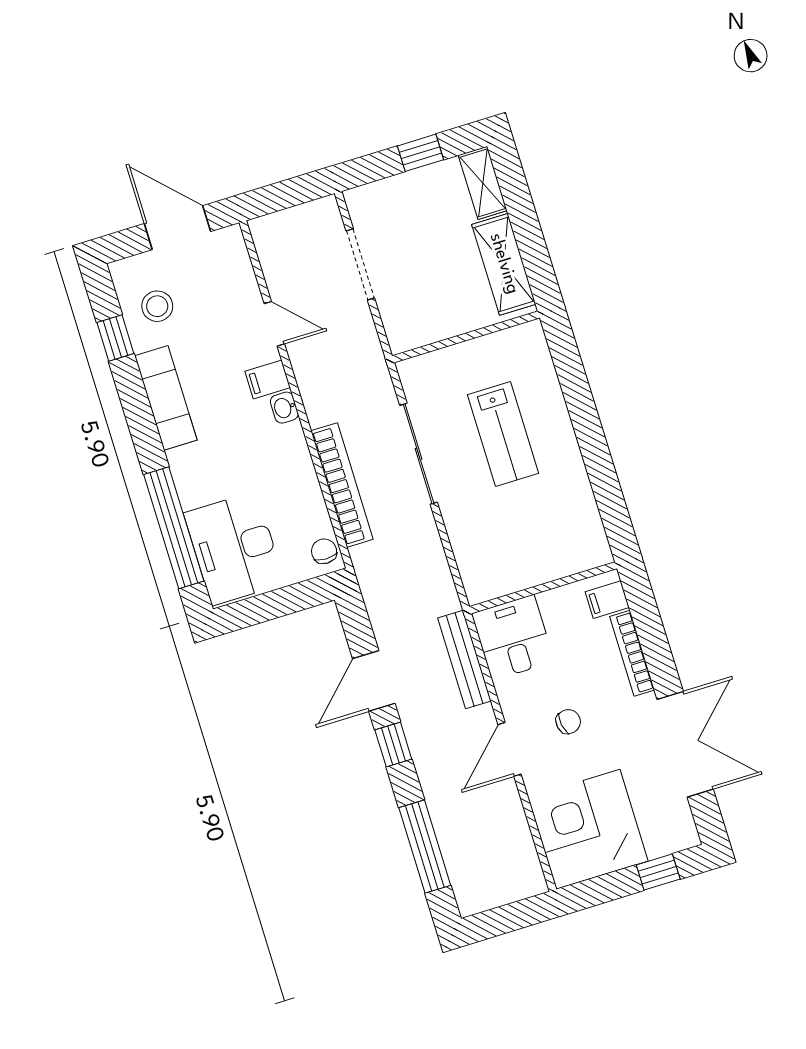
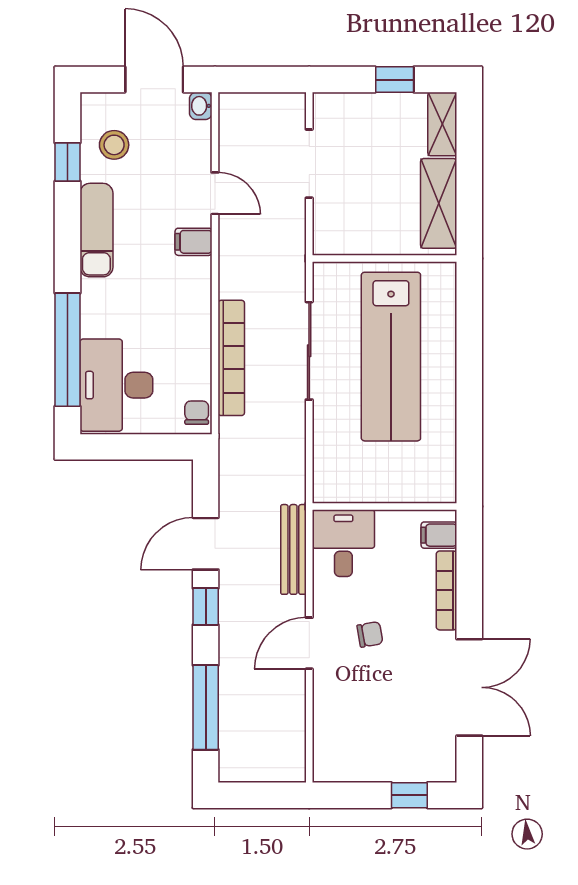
washbasin: (284, 408) -> (201, 106), moved
lab bench: (503, 434) -> (391, 357), width x1.86, depth x1.39
corner desk: (588, 829) -> (358, 737), removed

